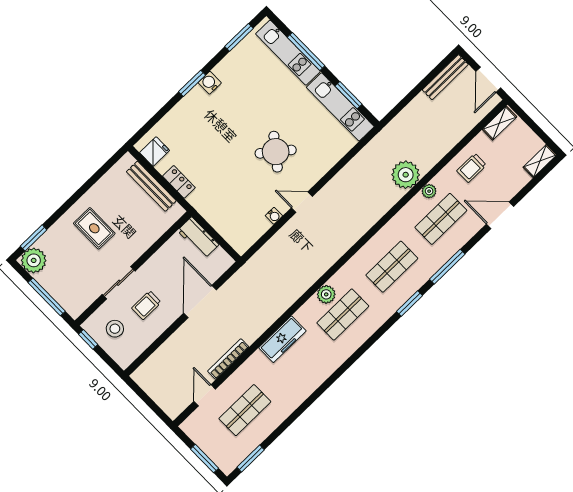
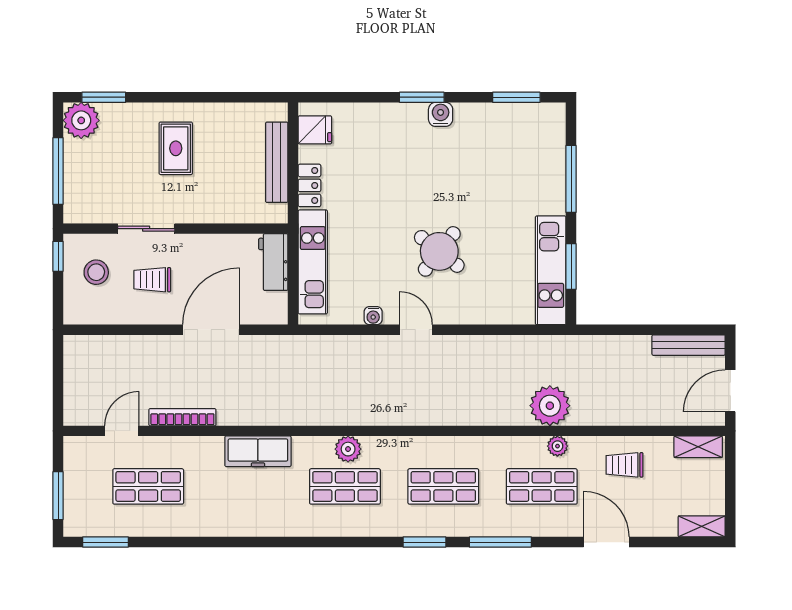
kitchen unit: (288, 53) -> (313, 262), moved, turned 180

